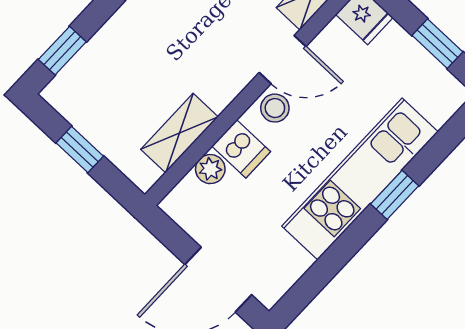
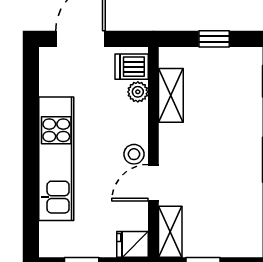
dishwasher: (241, 149) -> (132, 67), moved
window: (395, 195) -> (31, 167), removed

